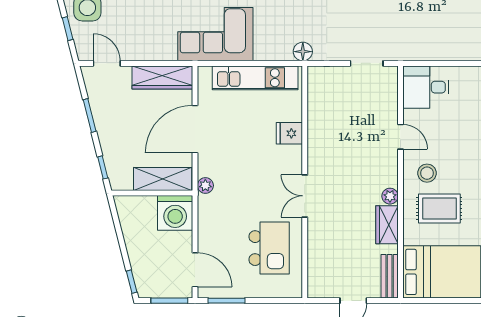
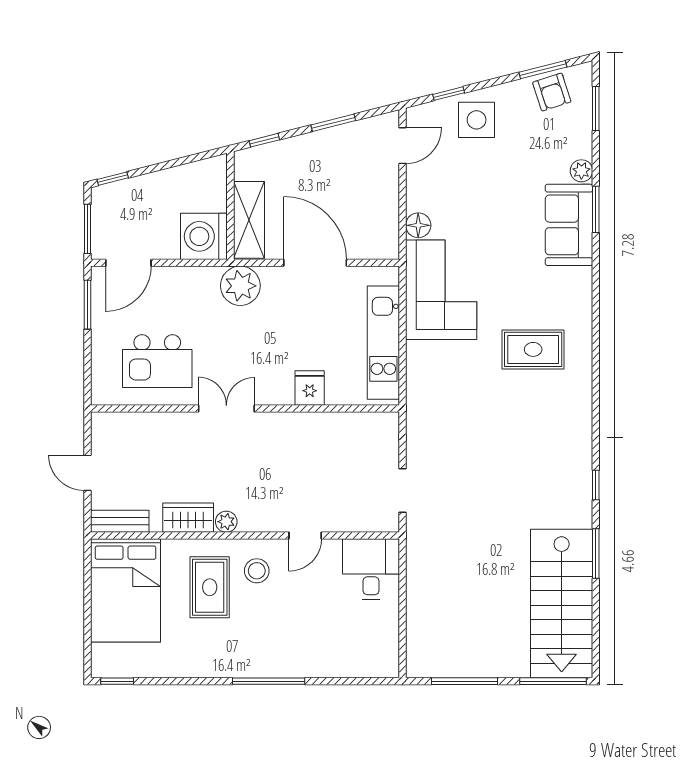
floor lamp: (303, 52) -> (418, 225), moved
wardrobe: (162, 77) -> (384, 219), removed
plant: (205, 186) -> (240, 286), width x1.87, depth x1.87

